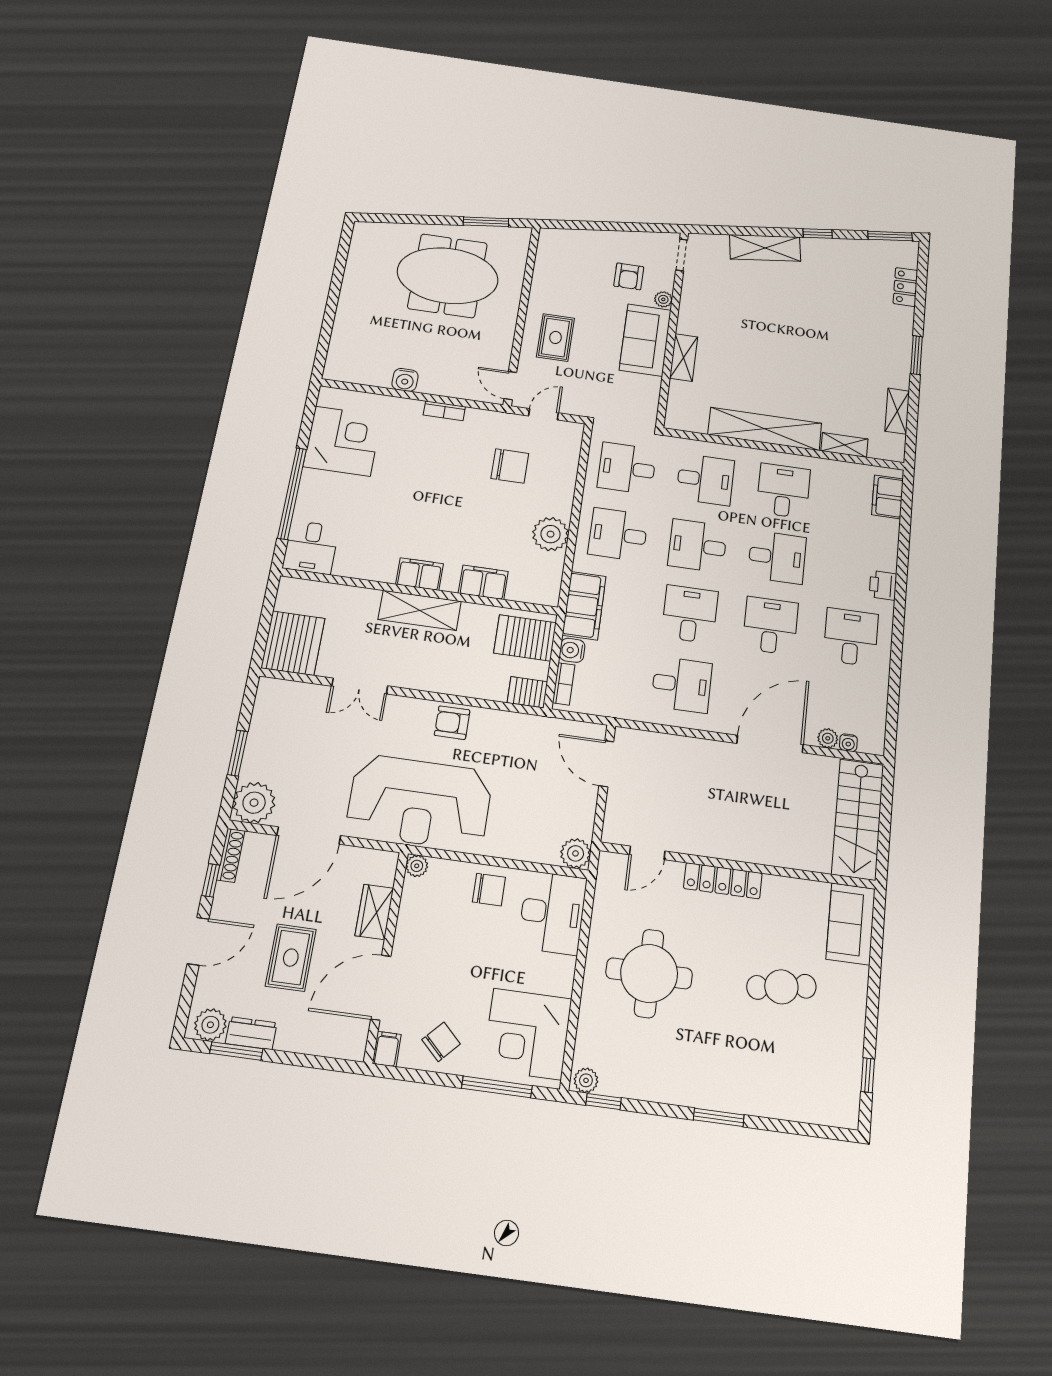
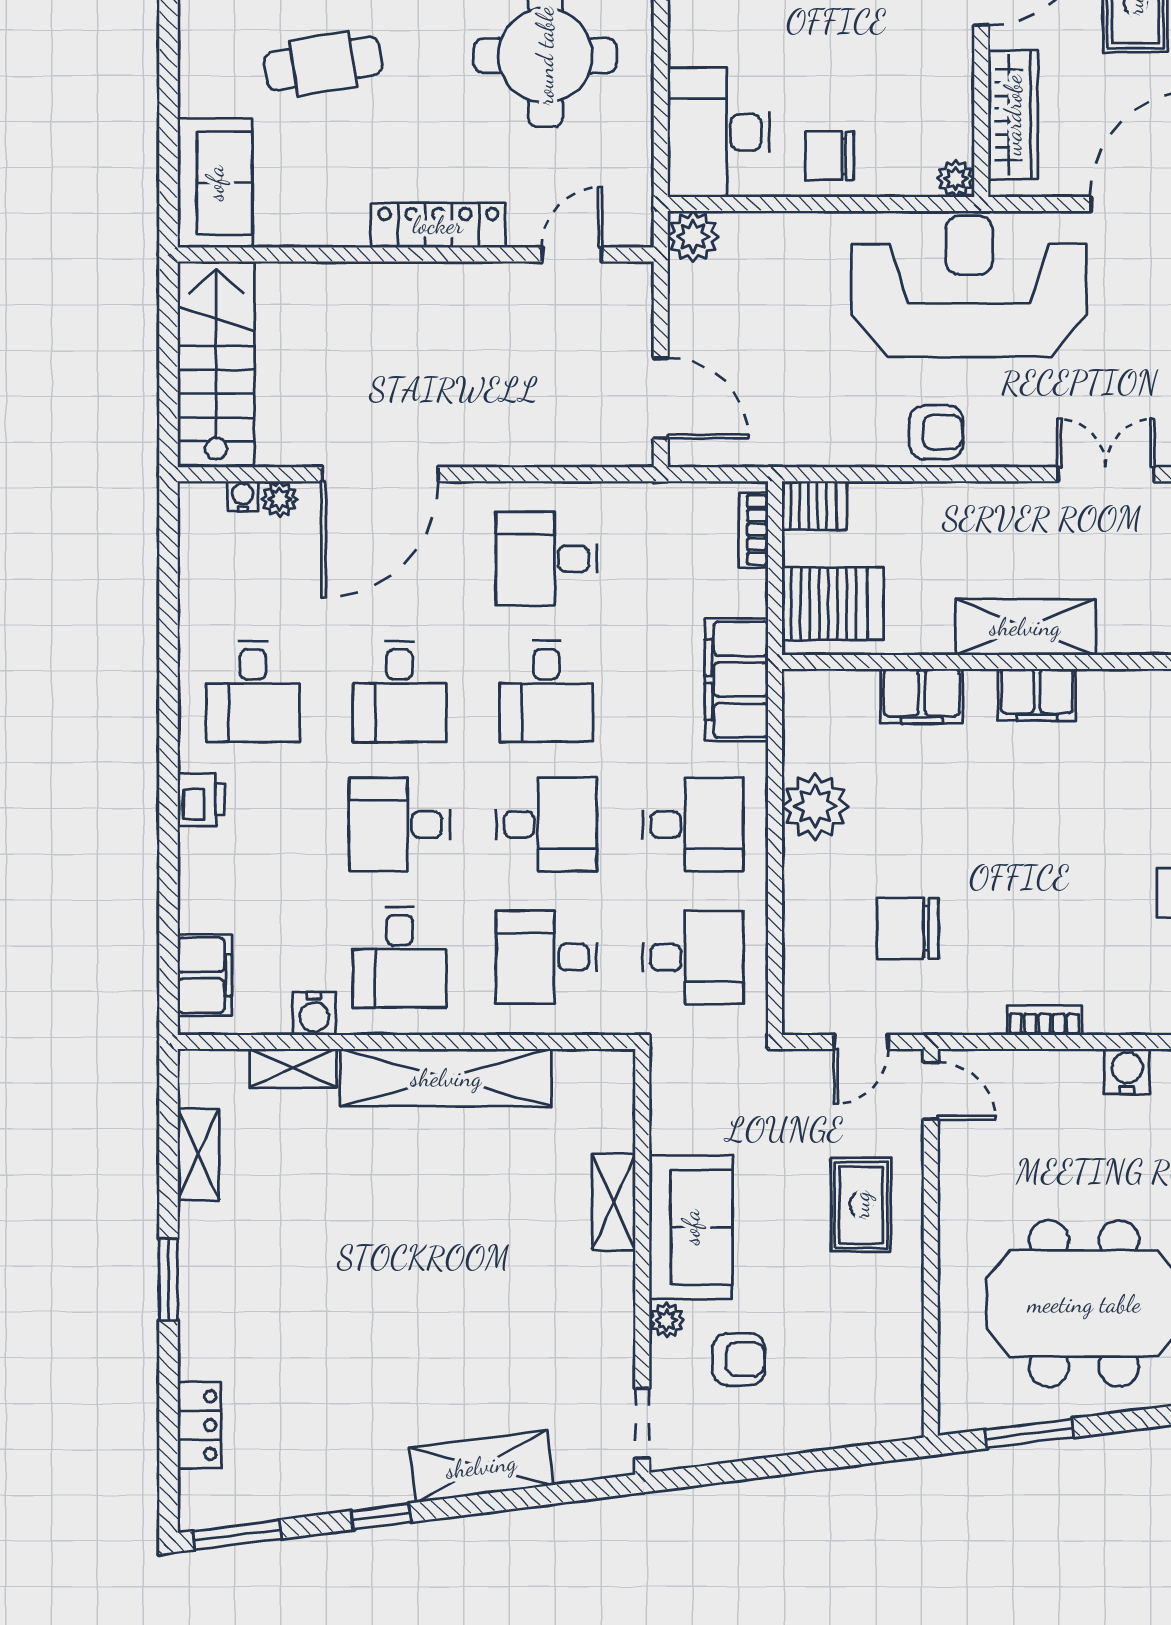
armchair: (629, 276) -> (739, 1359), turned 90
water cooler: (572, 650) -> (314, 1014), moved, turned 90
wardrobe: (374, 912) -> (1013, 115), width x1.50

